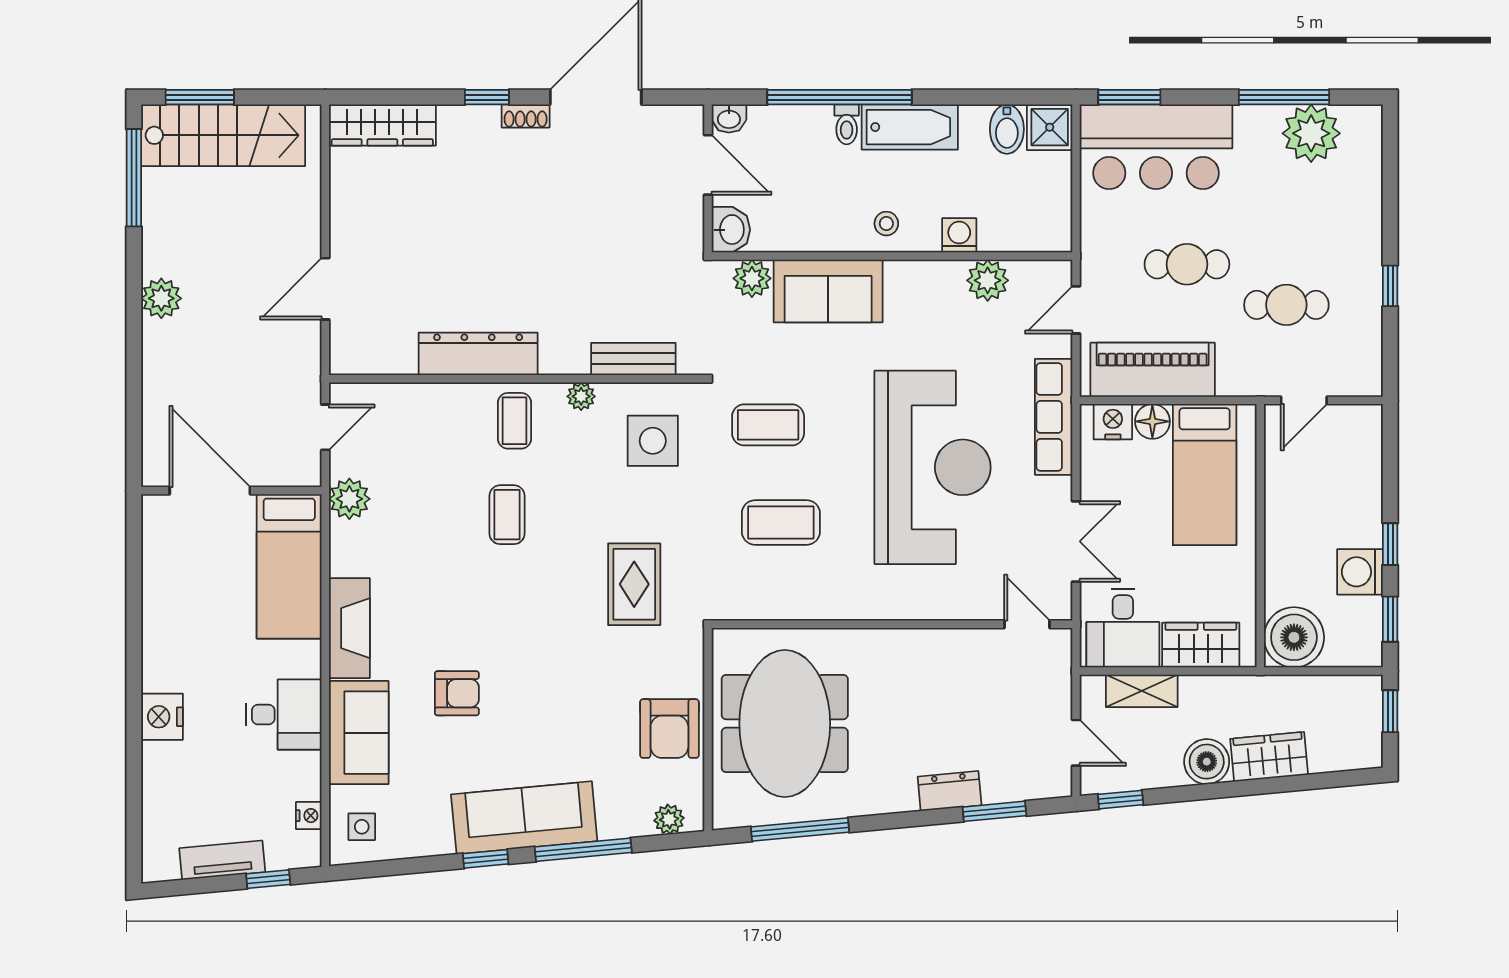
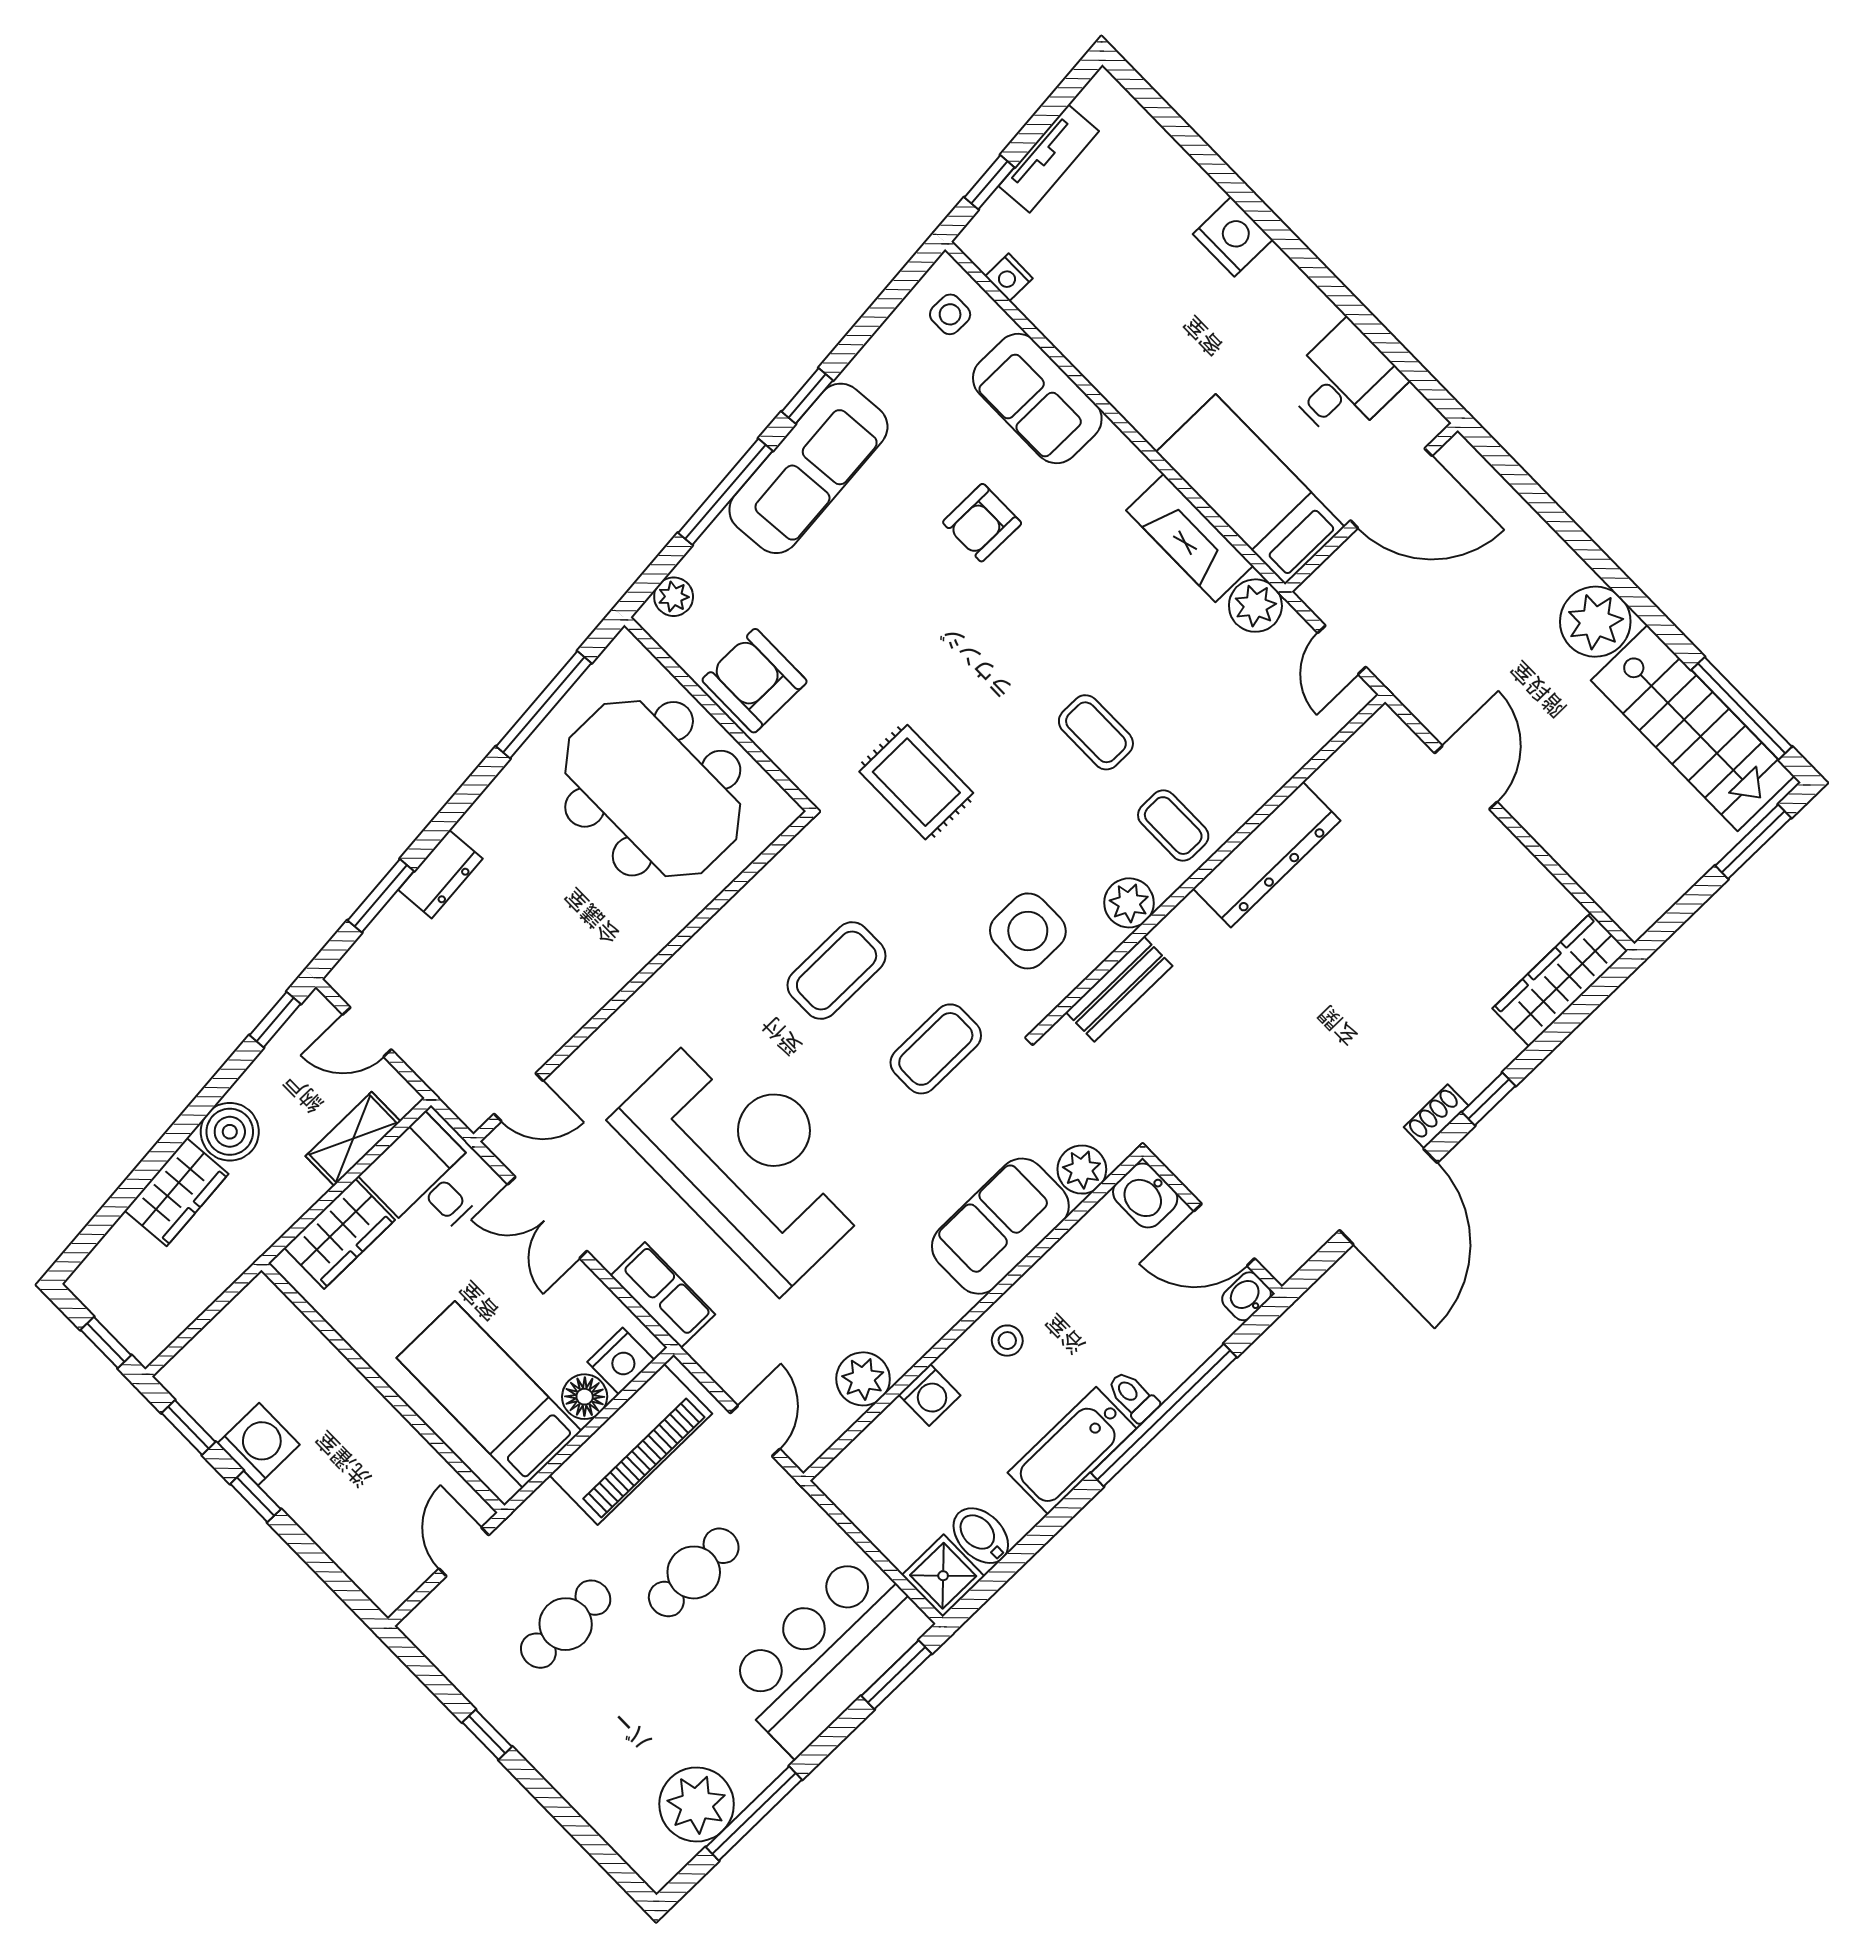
stairs: (223, 135) -> (1693, 728), moved, turned -90
plant: (161, 298) -> (1595, 622), width x1.36, depth x1.36
plant: (581, 396) -> (1129, 903), width x1.38, depth x1.38
row of seats: (1054, 417) -> (663, 1295), width x0.68
reception desk: (933, 467) -> (746, 1157), turned 180
fireplace: (349, 628) -> (1190, 538), moved
boiler: (1294, 637) -> (261, 1324), removed
desk: (284, 715) -> (1344, 382), moved, turned 180

